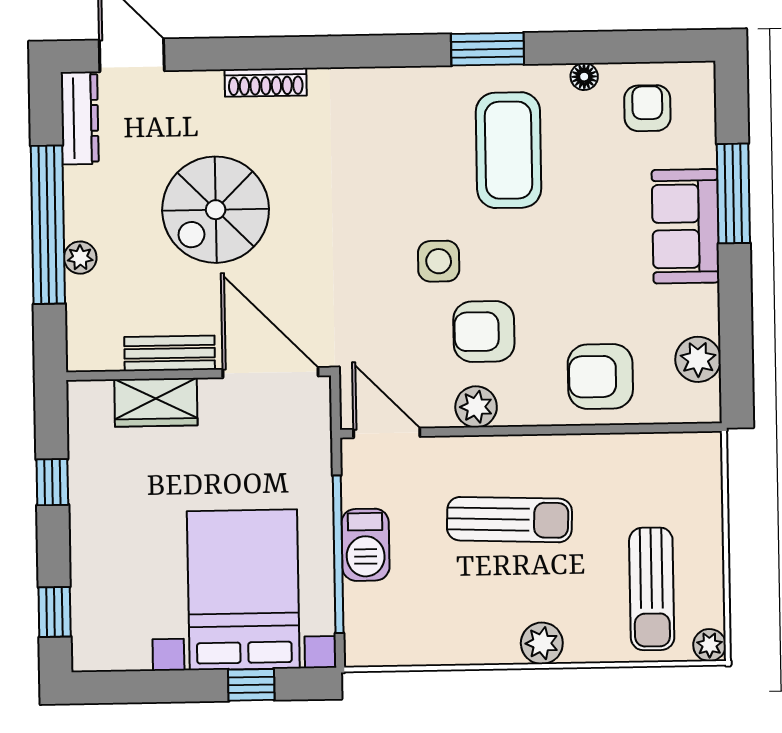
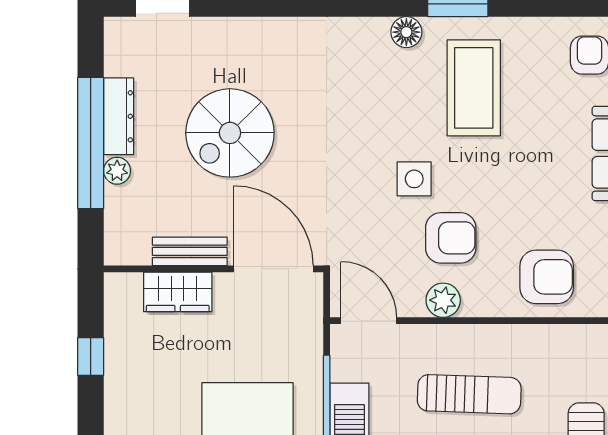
floor lamp: (584, 77) -> (406, 32), moved, width x1.37, depth x1.37
shoe rack: (266, 82) -> (273, 28), removed
dresser: (80, 118) -> (119, 116), moved
armchair: (484, 331) -> (451, 238), turned 180
armchair: (600, 377) -> (547, 277), turned 180

